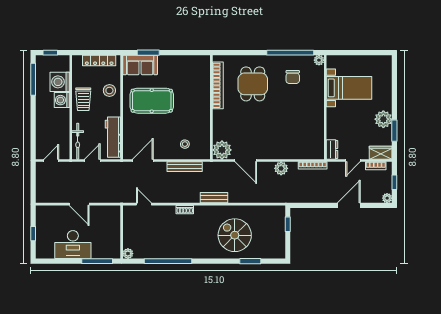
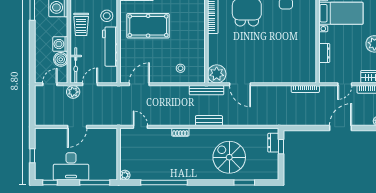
washing machine: (62, 100) -> (60, 44), moved
boiler: (62, 135) -> (61, 59), added
workbench: (113, 137) -> (110, 47), moved
dresser: (332, 149) -> (324, 53), moved
bench: (185, 167) -> (206, 90), moved
plant: (281, 168) -> (73, 92), moved
door: (79, 204) -> (77, 127), hinge flipped
dresser: (280, 220) -> (273, 143), added
window: (51, 261) -> (50, 183), added

